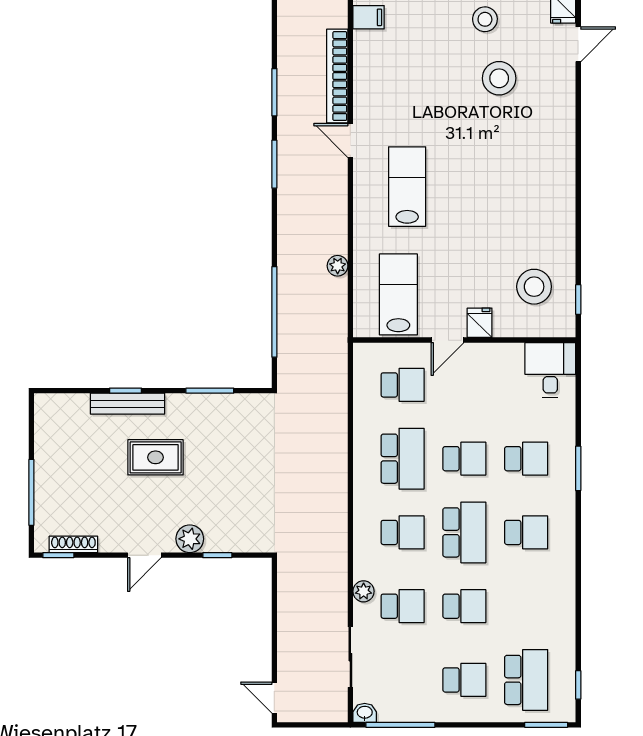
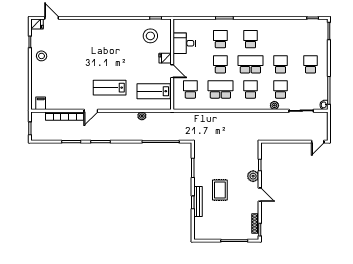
stool: (499, 78) -> (66, 50), removed
desk: (550, 370) -> (184, 43), moved
school desk: (526, 680) -> (311, 39), removed

